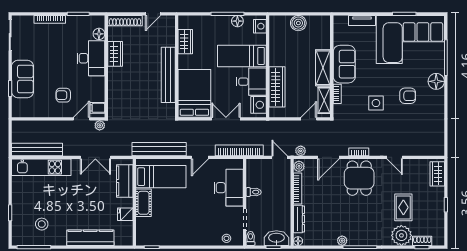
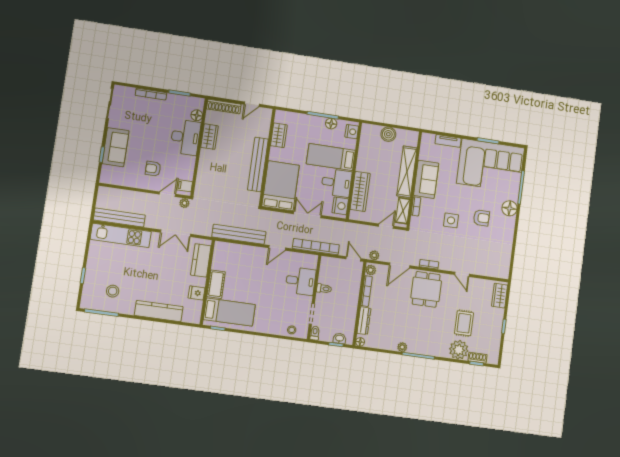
shelving: (323, 68) -> (407, 172), width x1.47
bed: (161, 177) -> (229, 312), moved
desk: (229, 188) -> (301, 281), width x0.73
washbasin: (276, 238) -> (340, 338), width x0.52, depth x0.69

